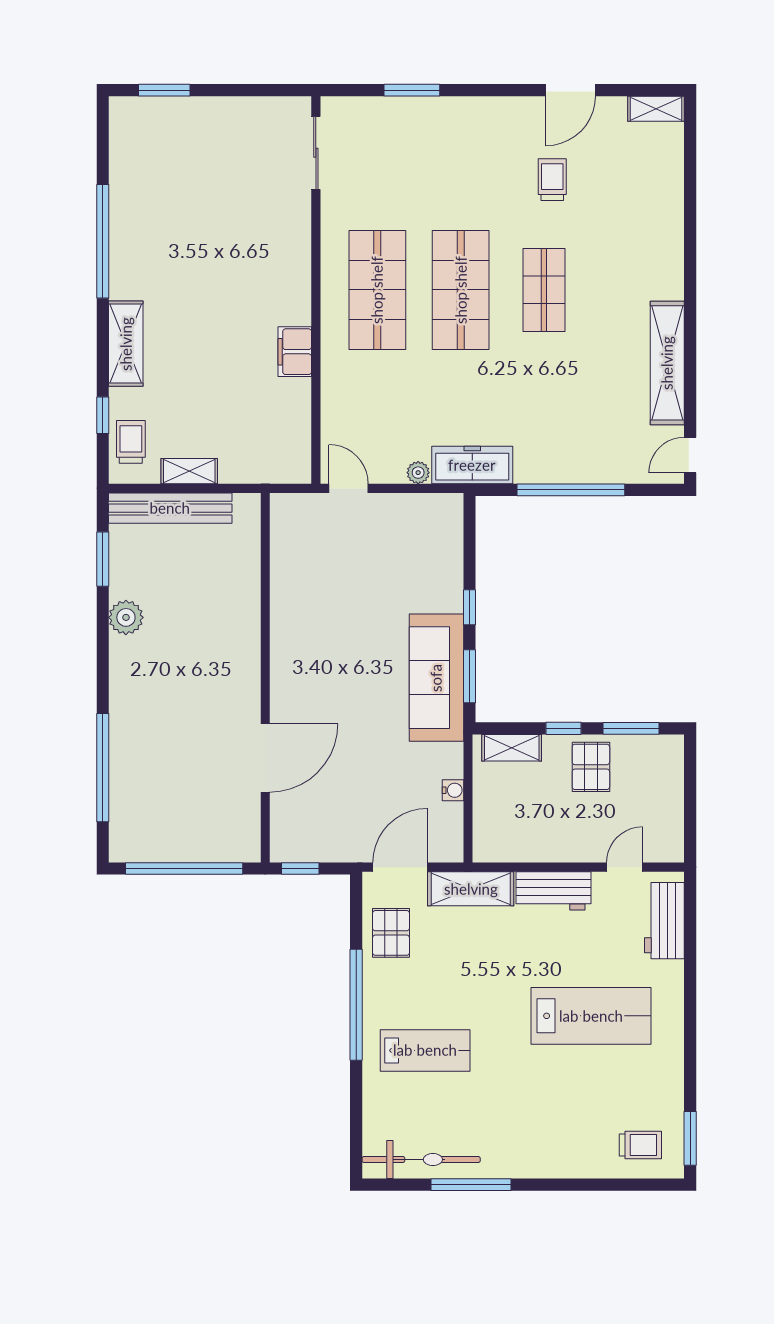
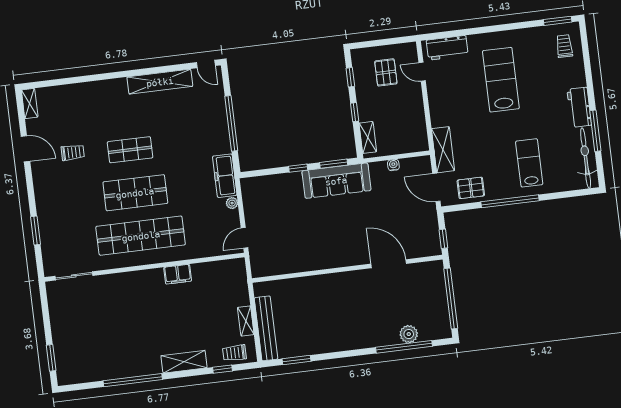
trolley: (552, 180) -> (73, 152), turned 180
shop shelf: (377, 290) -> (141, 236), width x1.40
plant: (126, 617) -> (409, 334), moved
window: (631, 728) -> (350, 77), width x0.67
pallet: (591, 767) -> (386, 72), moved, turned 90
workbench: (553, 891) -> (579, 107), moved, turned 180

